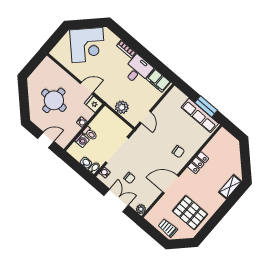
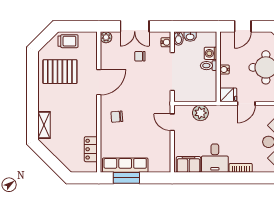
locker: (198, 163) -> (91, 149), moved

